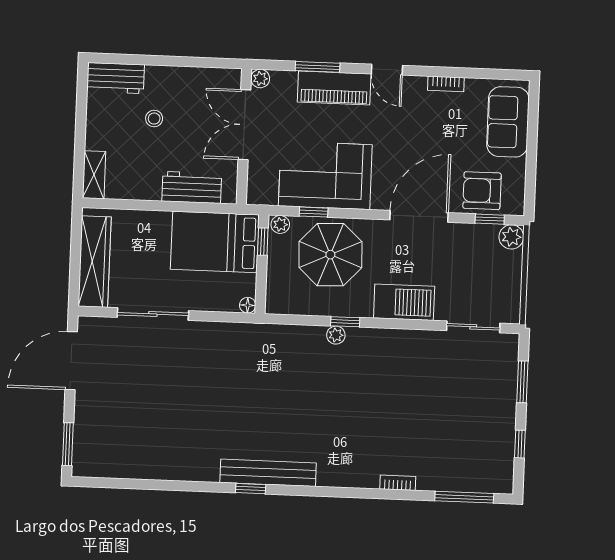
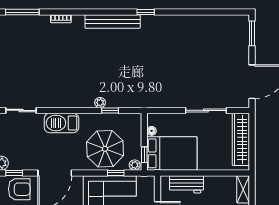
floor lamp: (248, 305) -> (152, 131), moved
window: (345, 322) -> (110, 110), moved
bench: (268, 473) -> (113, 22), moved

